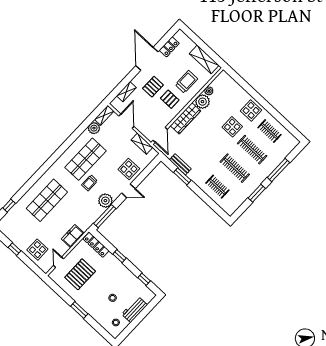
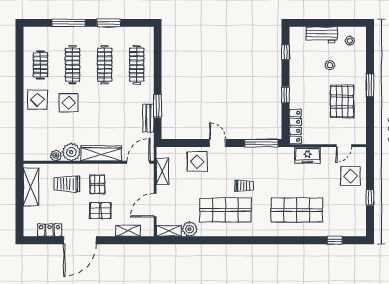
clothes rail: (217, 187) -> (137, 65), width x1.36
plant: (105, 201) -> (247, 156), removed
pallet: (80, 274) -> (342, 102), moved, turned 90

